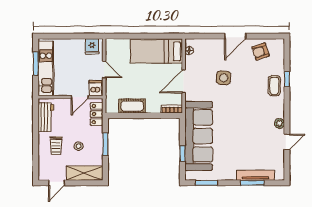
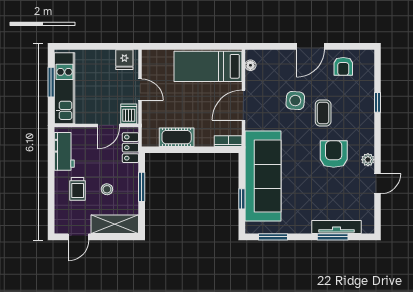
armchair: (261, 51) -> (343, 66), turned -72
coffee table: (274, 86) -> (323, 113), moved
armchair: (253, 119) -> (334, 154), added

